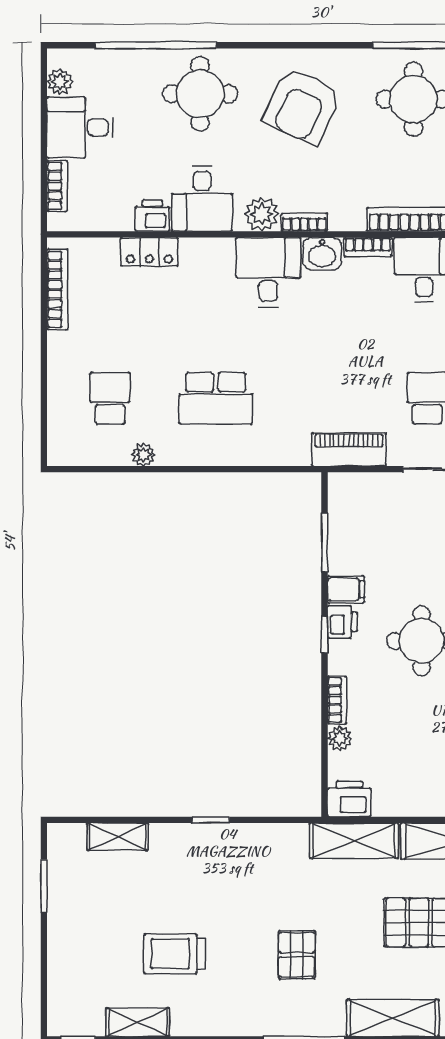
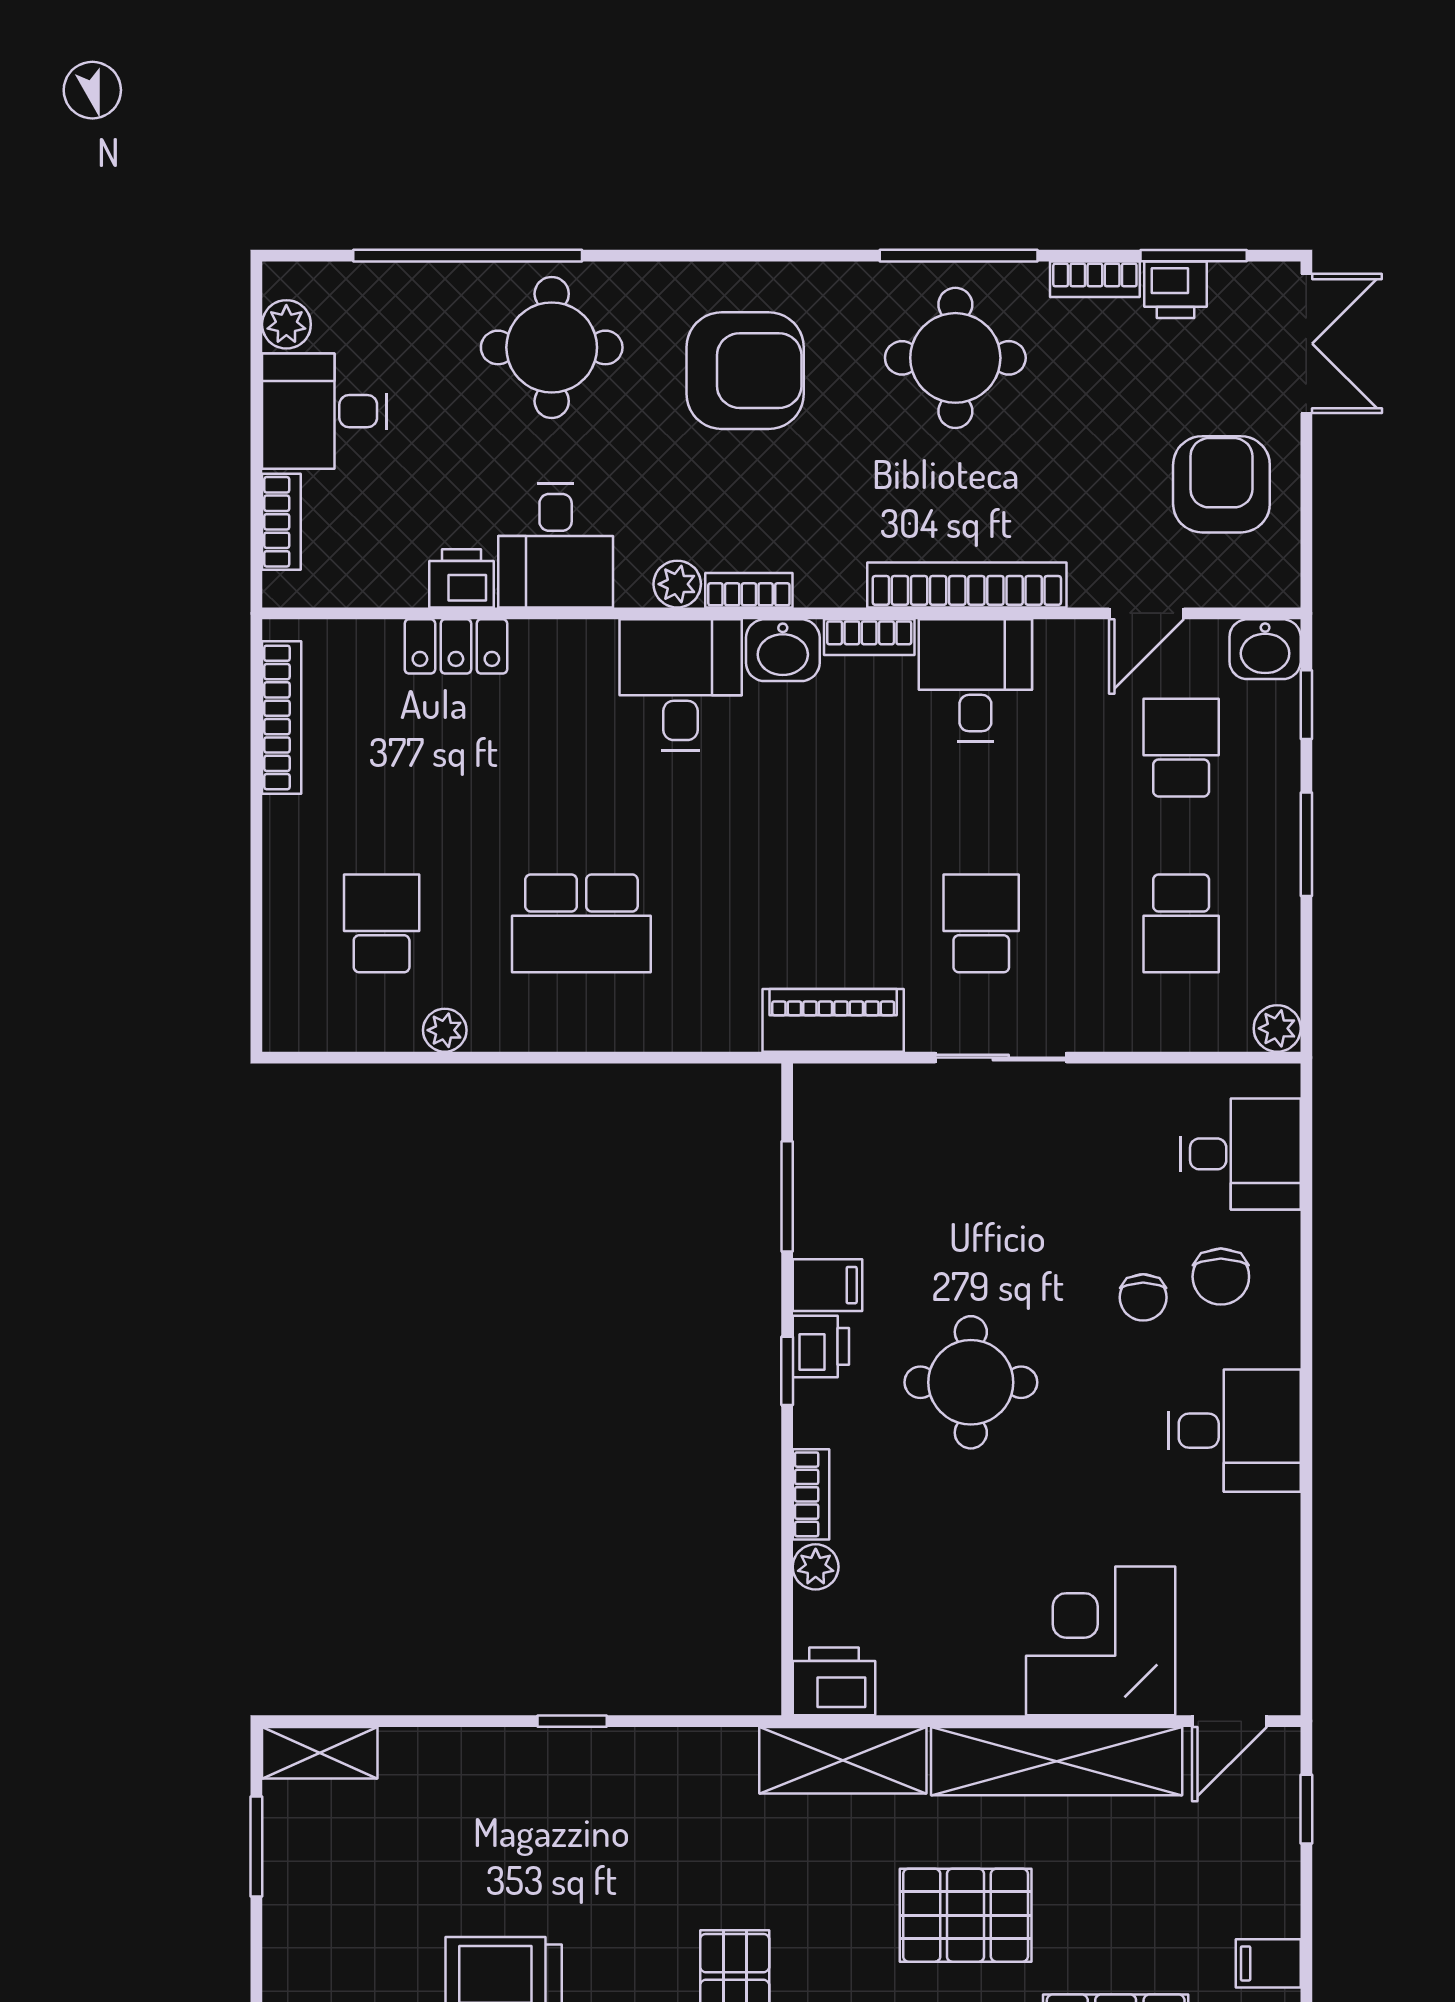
armchair: (302, 106) -> (745, 371), turned -115
plant: (262, 214) -> (677, 584), width x0.73, depth x0.73
shelving: (118, 837) -> (320, 1753), moved

